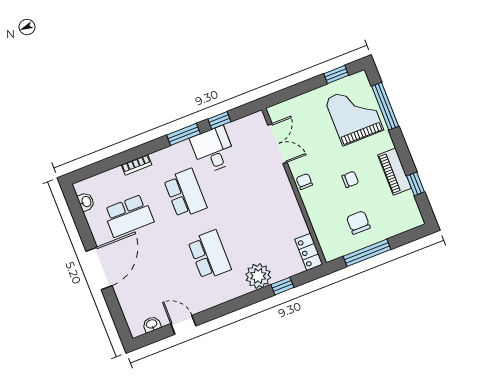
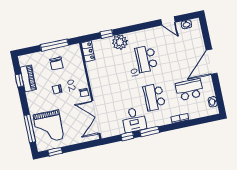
double door: (277, 144) -> (96, 117), width x1.37
piano: (394, 172) -> (28, 78), moved

